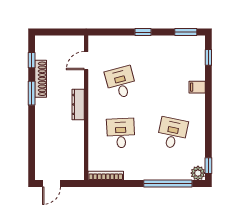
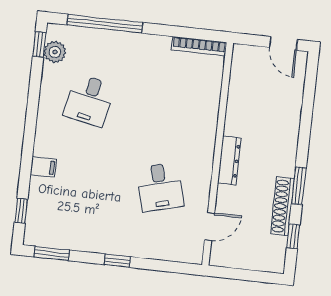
desk: (121, 133) -> (169, 109), removed
plant: (198, 173) -> (55, 52), moved
door: (52, 184) -> (283, 43), swing flipped

